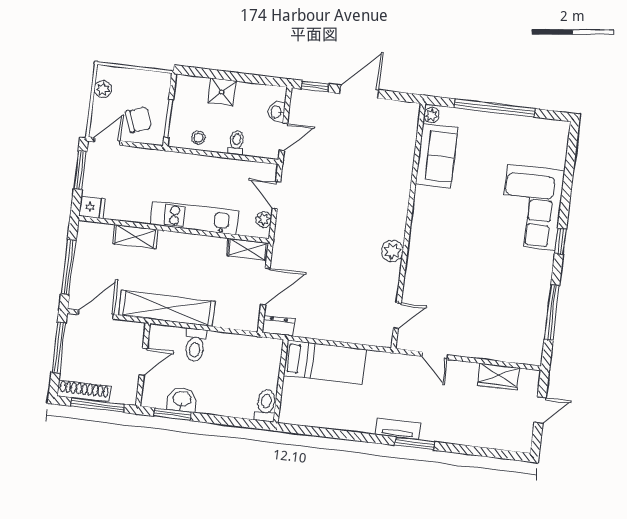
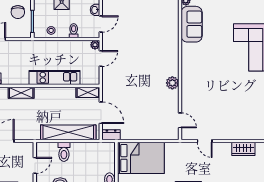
chair: (139, 120) -> (18, 12), moved, turned 109
door: (276, 195) -> (101, 59), swing flipped
plant: (264, 219) -> (95, 45), moved
door: (265, 286) -> (101, 113), hinge flipped
shelving: (167, 308) -> (68, 132), moved
door: (397, 316) -> (180, 120), hinge flipped
bed: (325, 362) -> (141, 158), width x1.50

